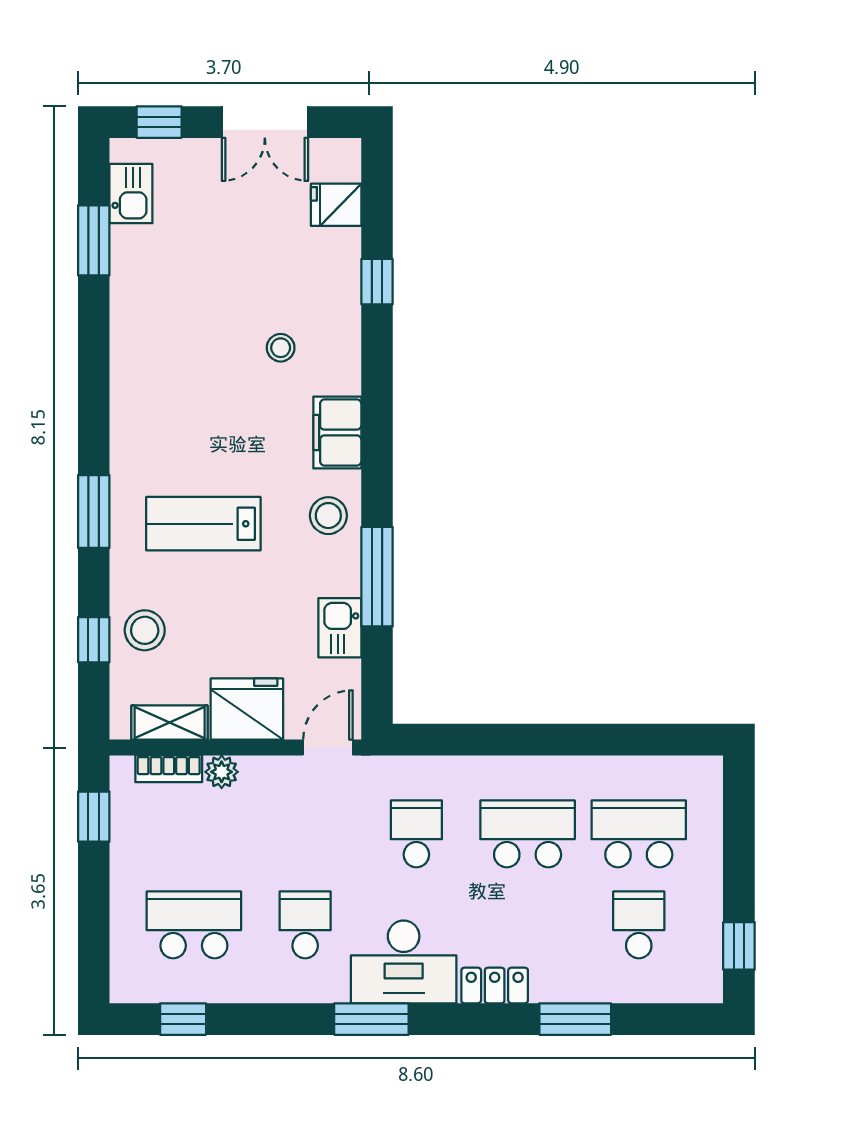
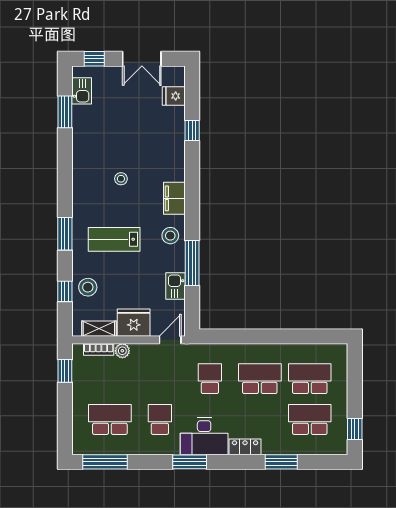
stool: (281, 348) -> (121, 179), moved
school desk: (639, 925) -> (310, 420), width x1.85
window: (183, 1019) -> (105, 462), width x2.17

